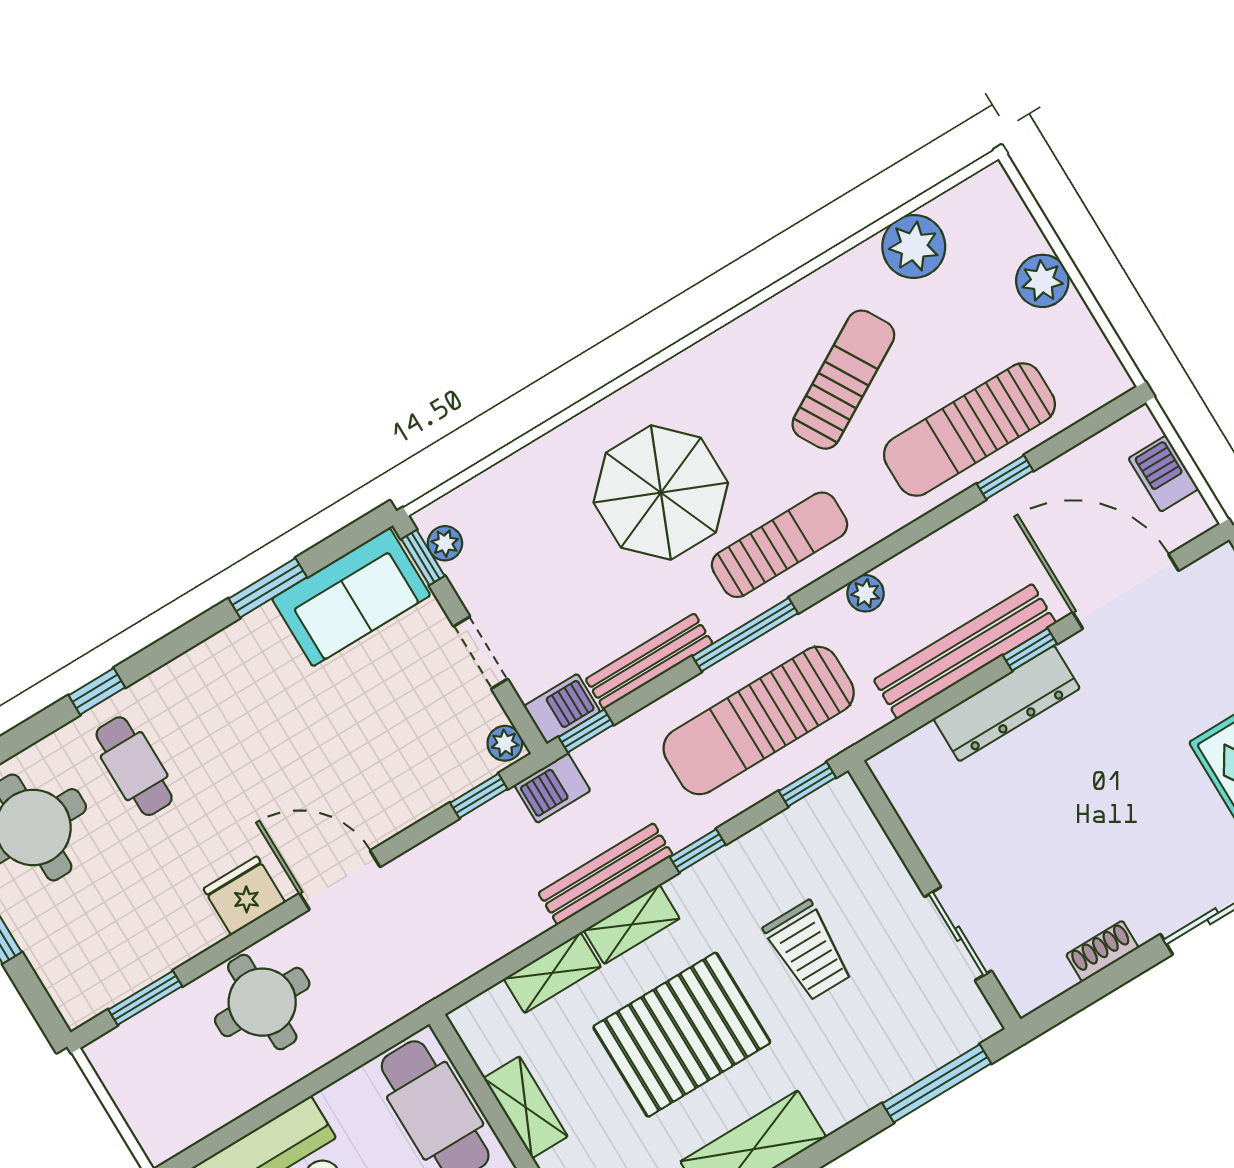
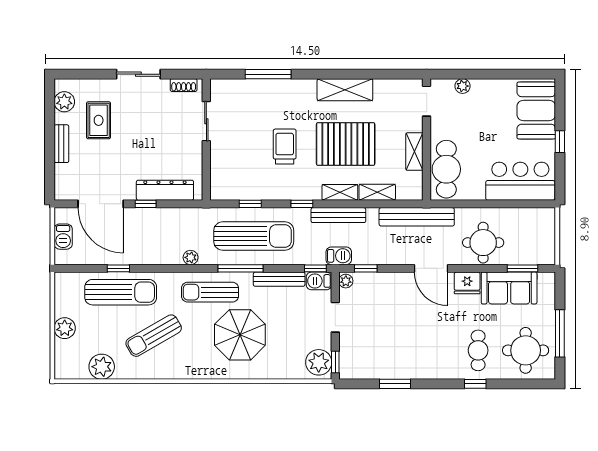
plant: (445, 543) -> (319, 362), width x1.88, depth x1.88
sofa: (351, 597) -> (509, 288), moved, turned 180
bench: (965, 651) -> (417, 217), moved
wall: (934, 895) -> (206, 139), moved
sliding door: (958, 934) -> (206, 121), moved

